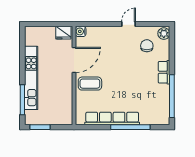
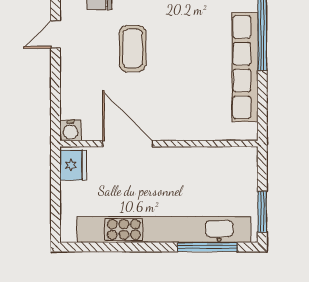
door: (129, 24) -> (56, 34), hinge flipped
kitchen unit: (31, 78) -> (164, 229), width x1.36
coffee table: (90, 84) -> (133, 49), moved

